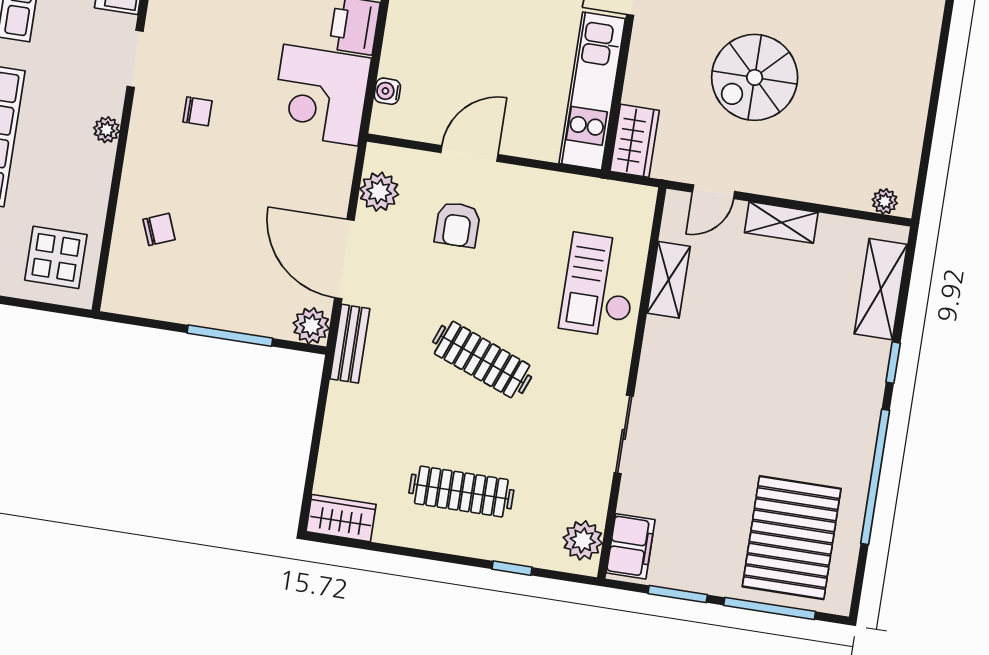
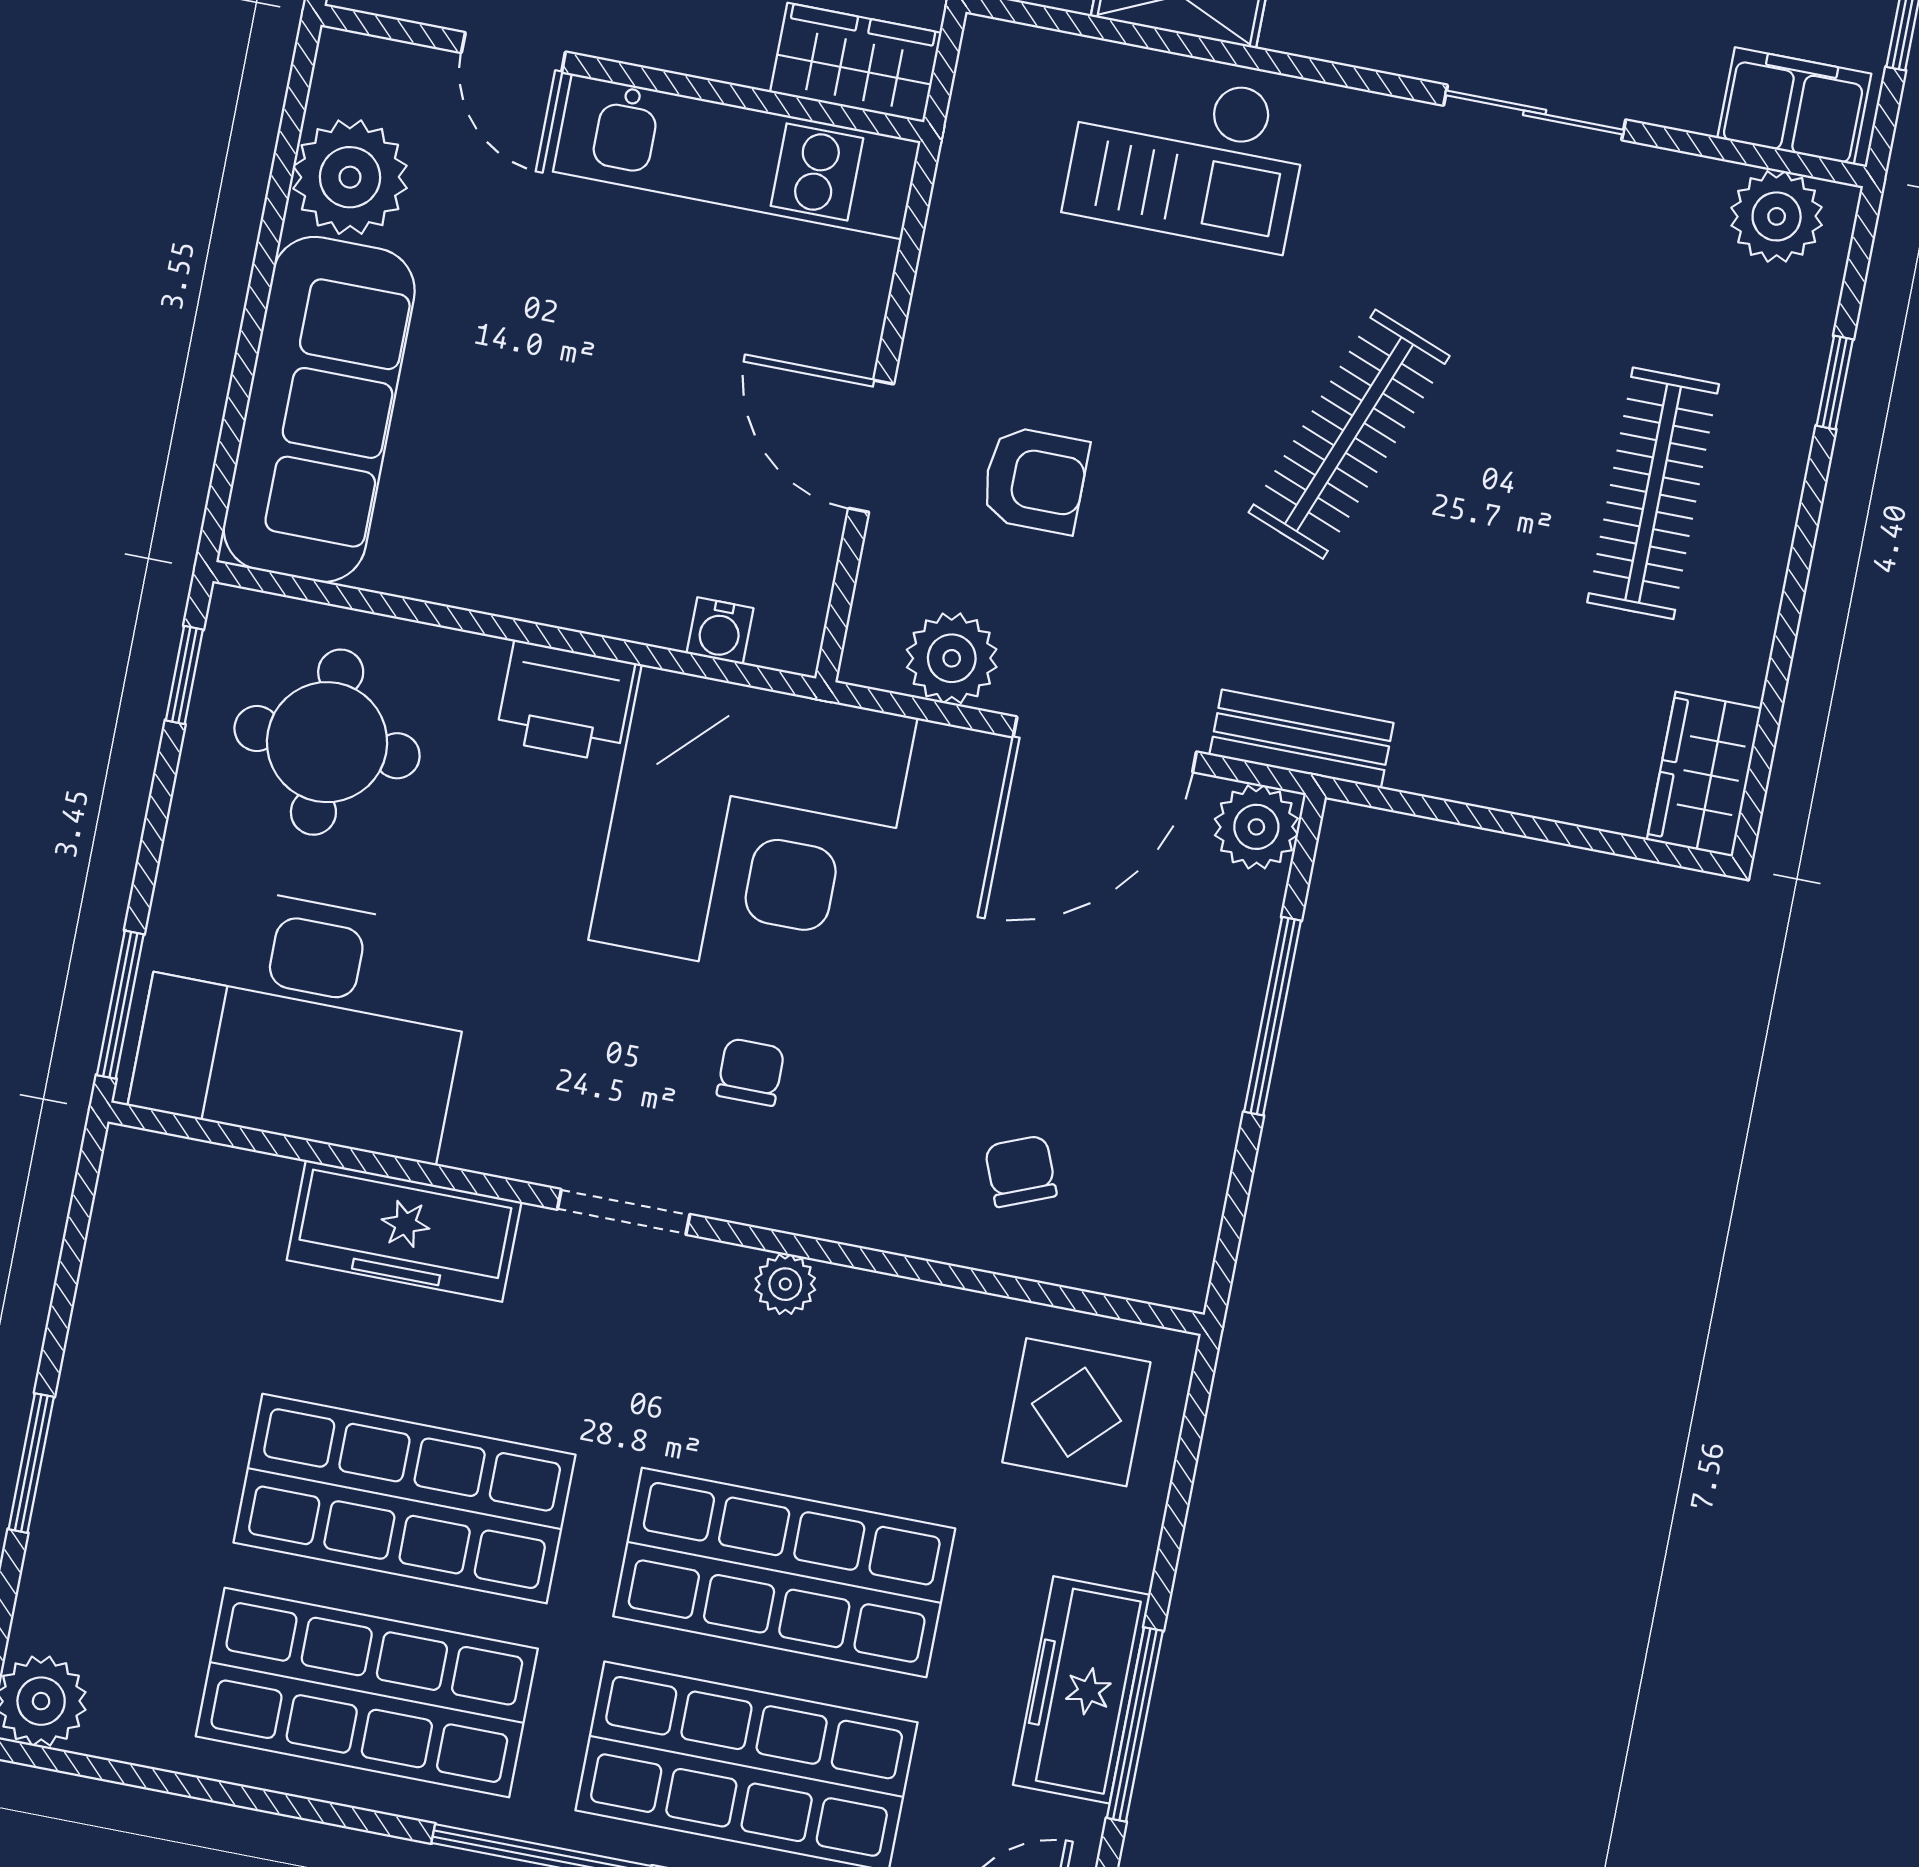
corner desk: (321, 95) -> (753, 829), width x1.36, depth x1.36

